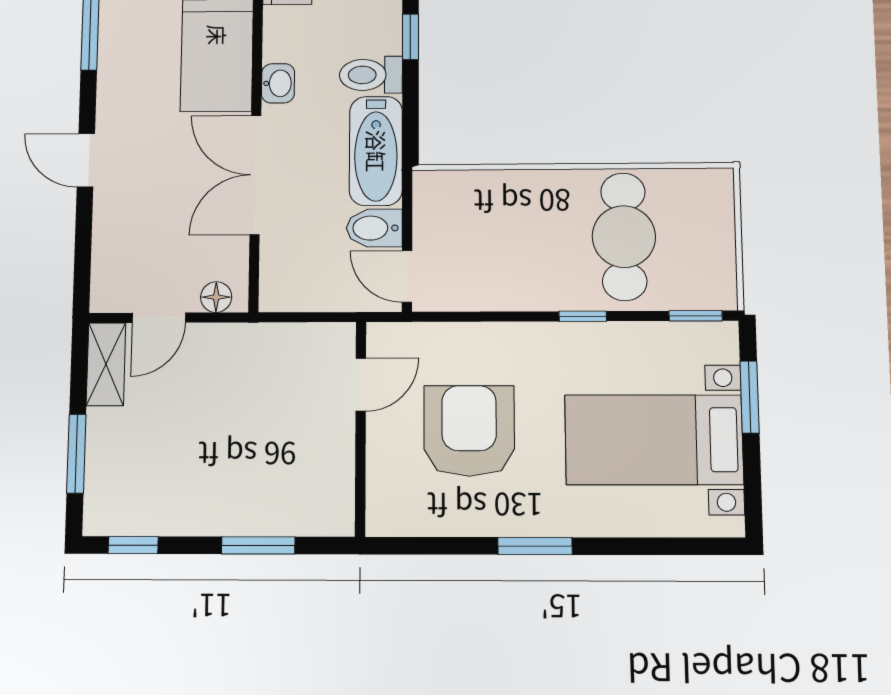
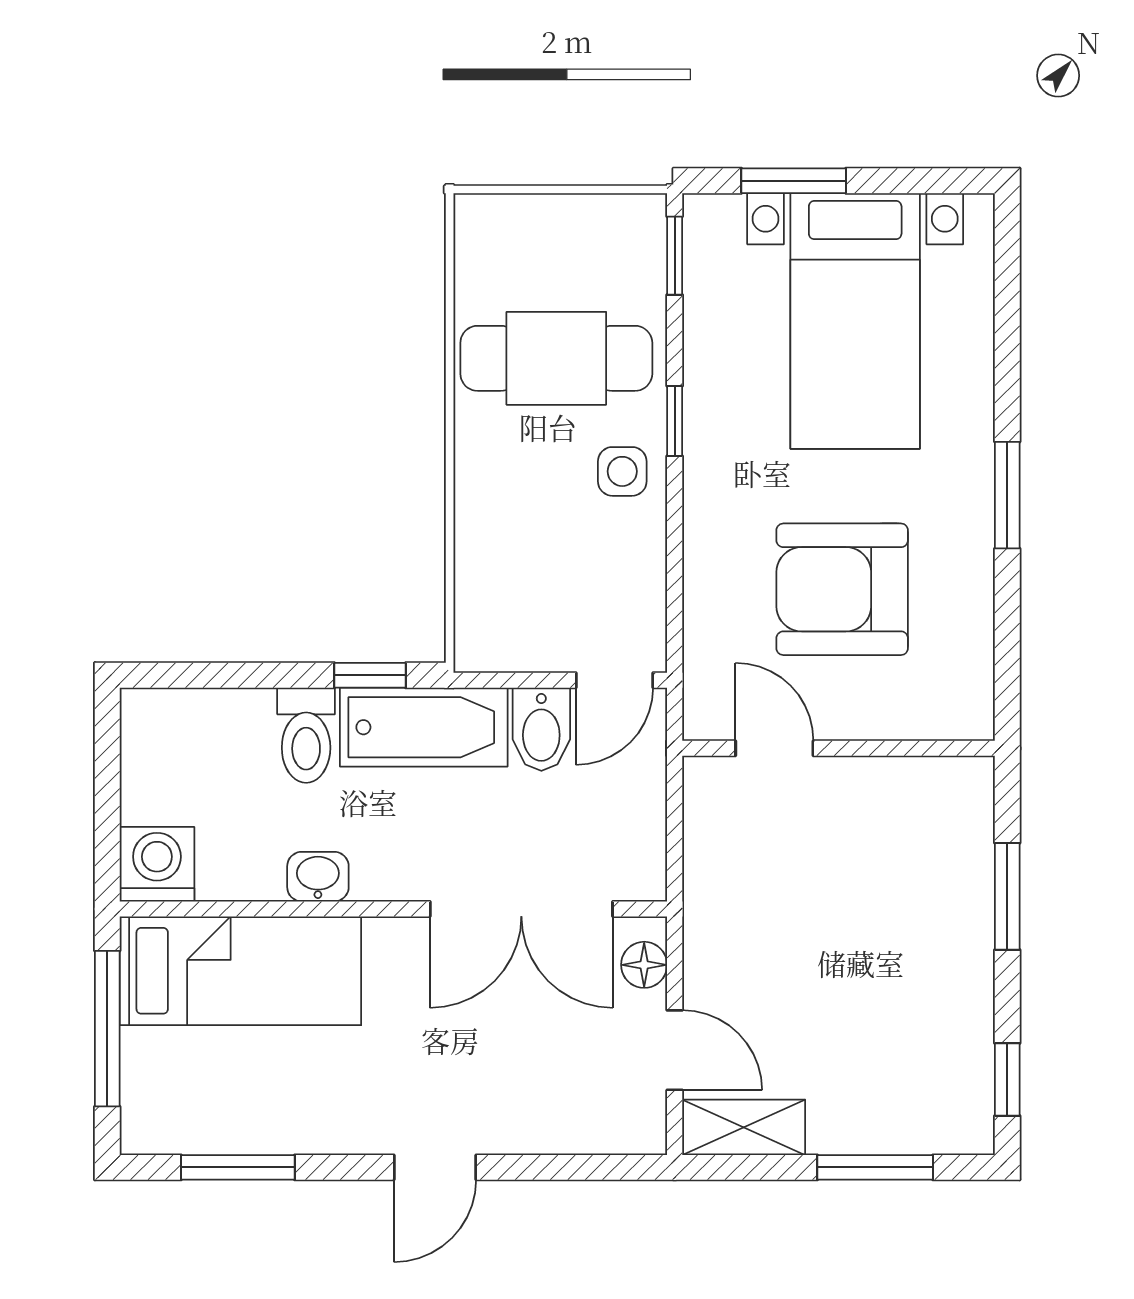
window: (410, 37) -> (370, 675), moved
double door: (255, 175) -> (521, 909), moved
side table: (548, 281) -> (622, 471), added

